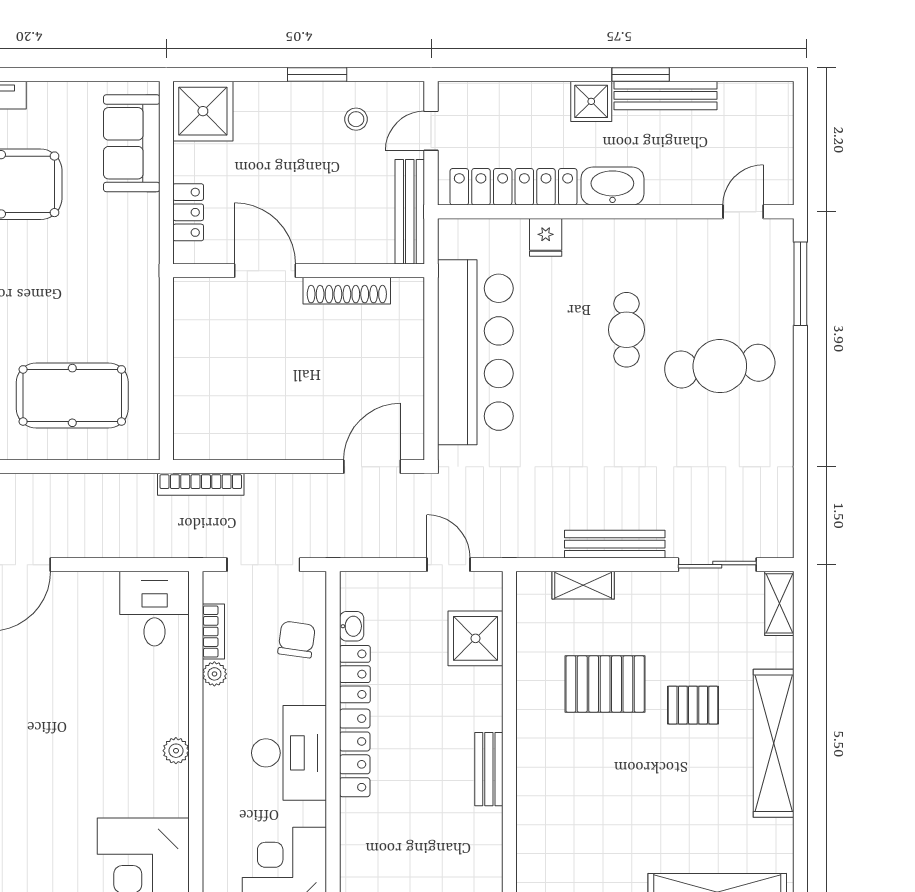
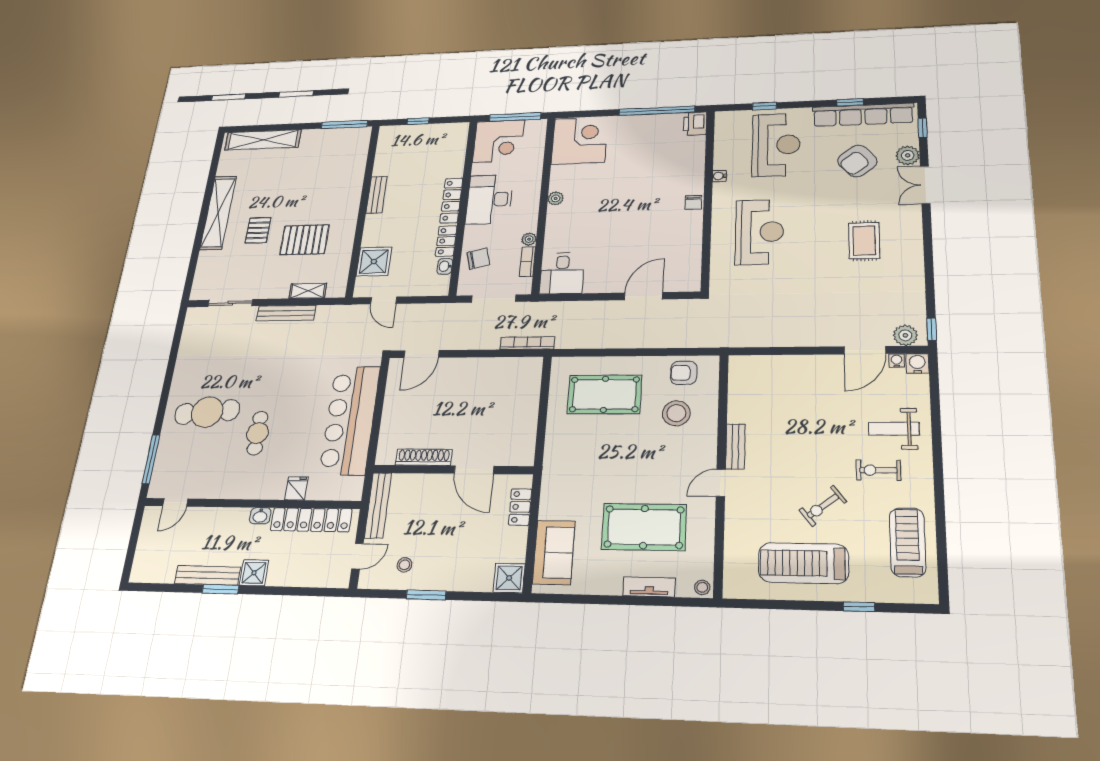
shower: (203, 111) -> (509, 578), width x0.73, depth x0.73
washbasin: (612, 186) -> (260, 516), width x0.52, depth x0.69
shelving: (779, 603) -> (200, 283), removed
chair: (296, 639) -> (478, 259), turned -112
pallet: (693, 705) -> (258, 230), turned 90

